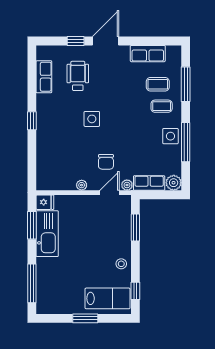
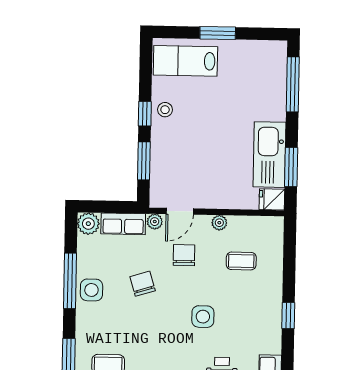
coffee table: (162, 106) -> (241, 261), moved
chair: (135, 141) -> (143, 284), added
window: (135, 291) -> (145, 114), moved

